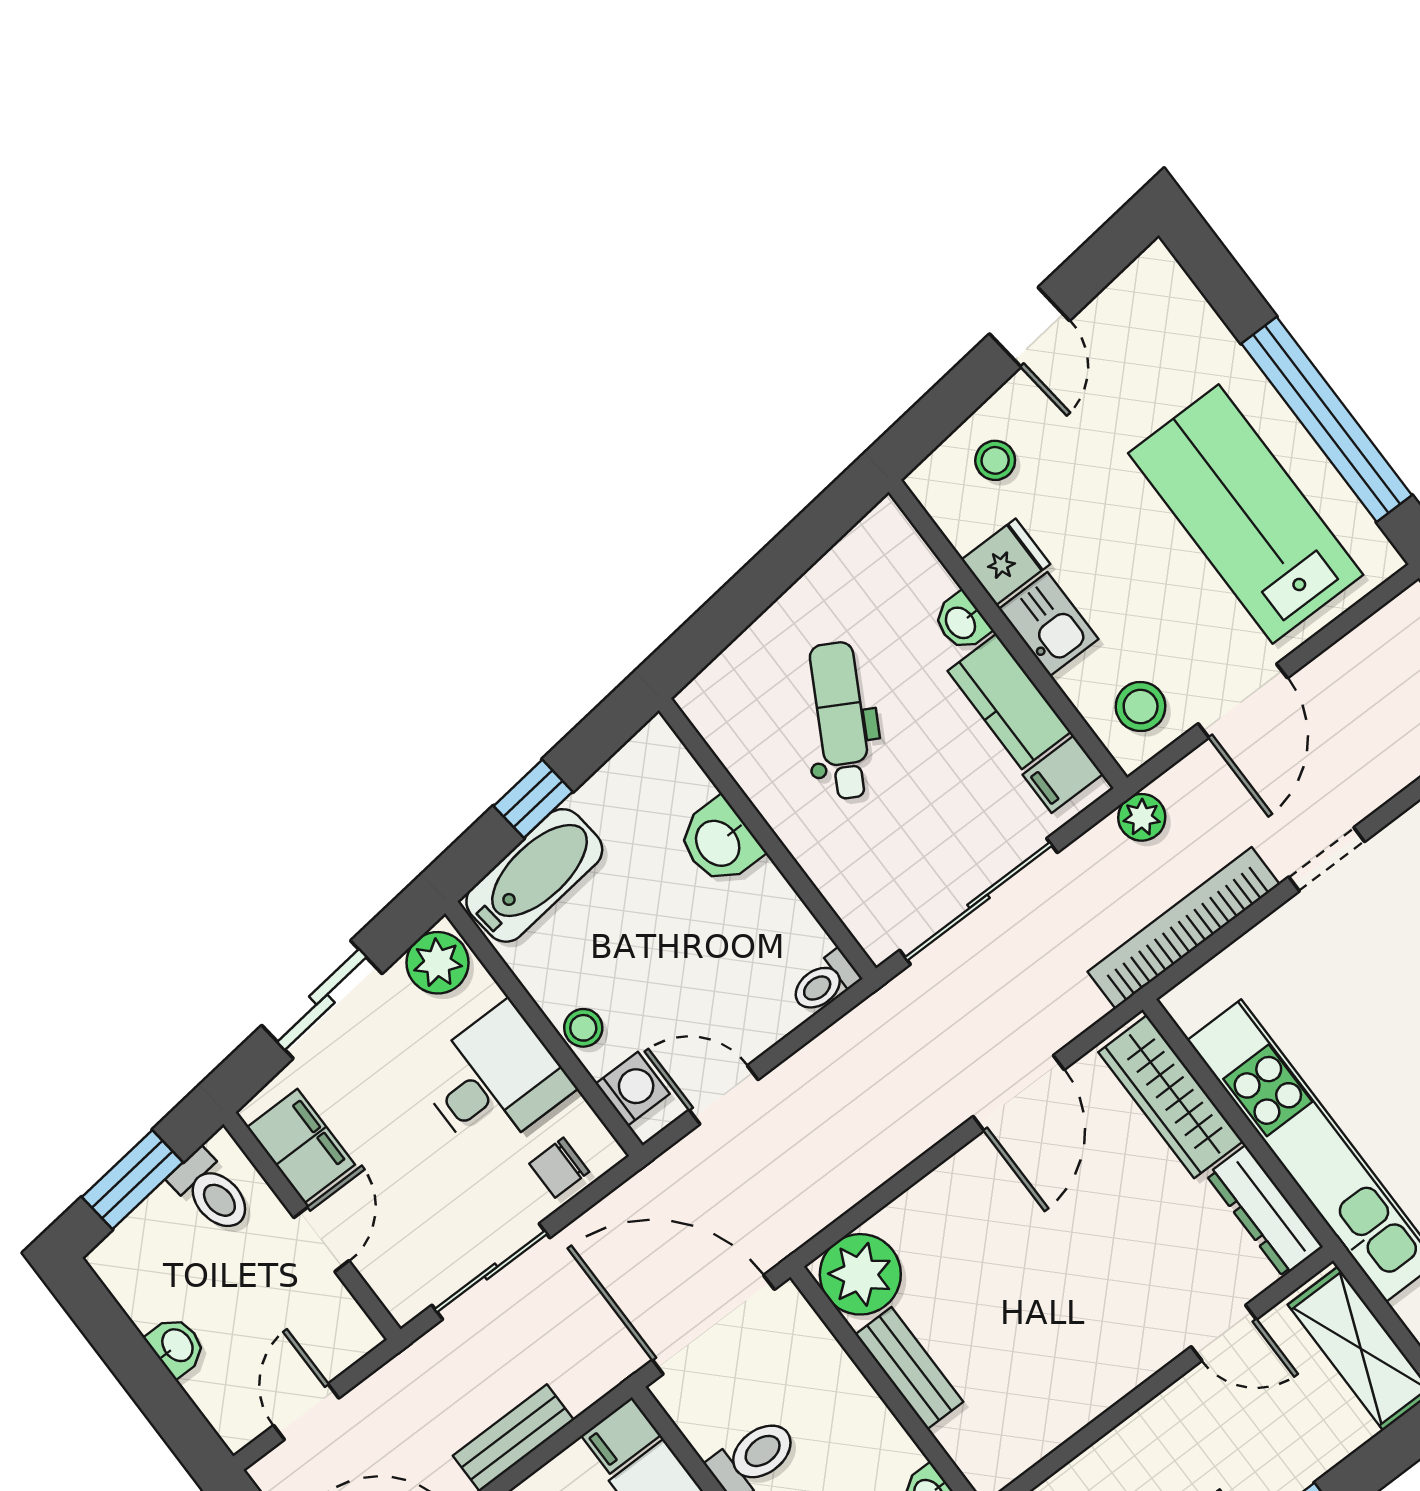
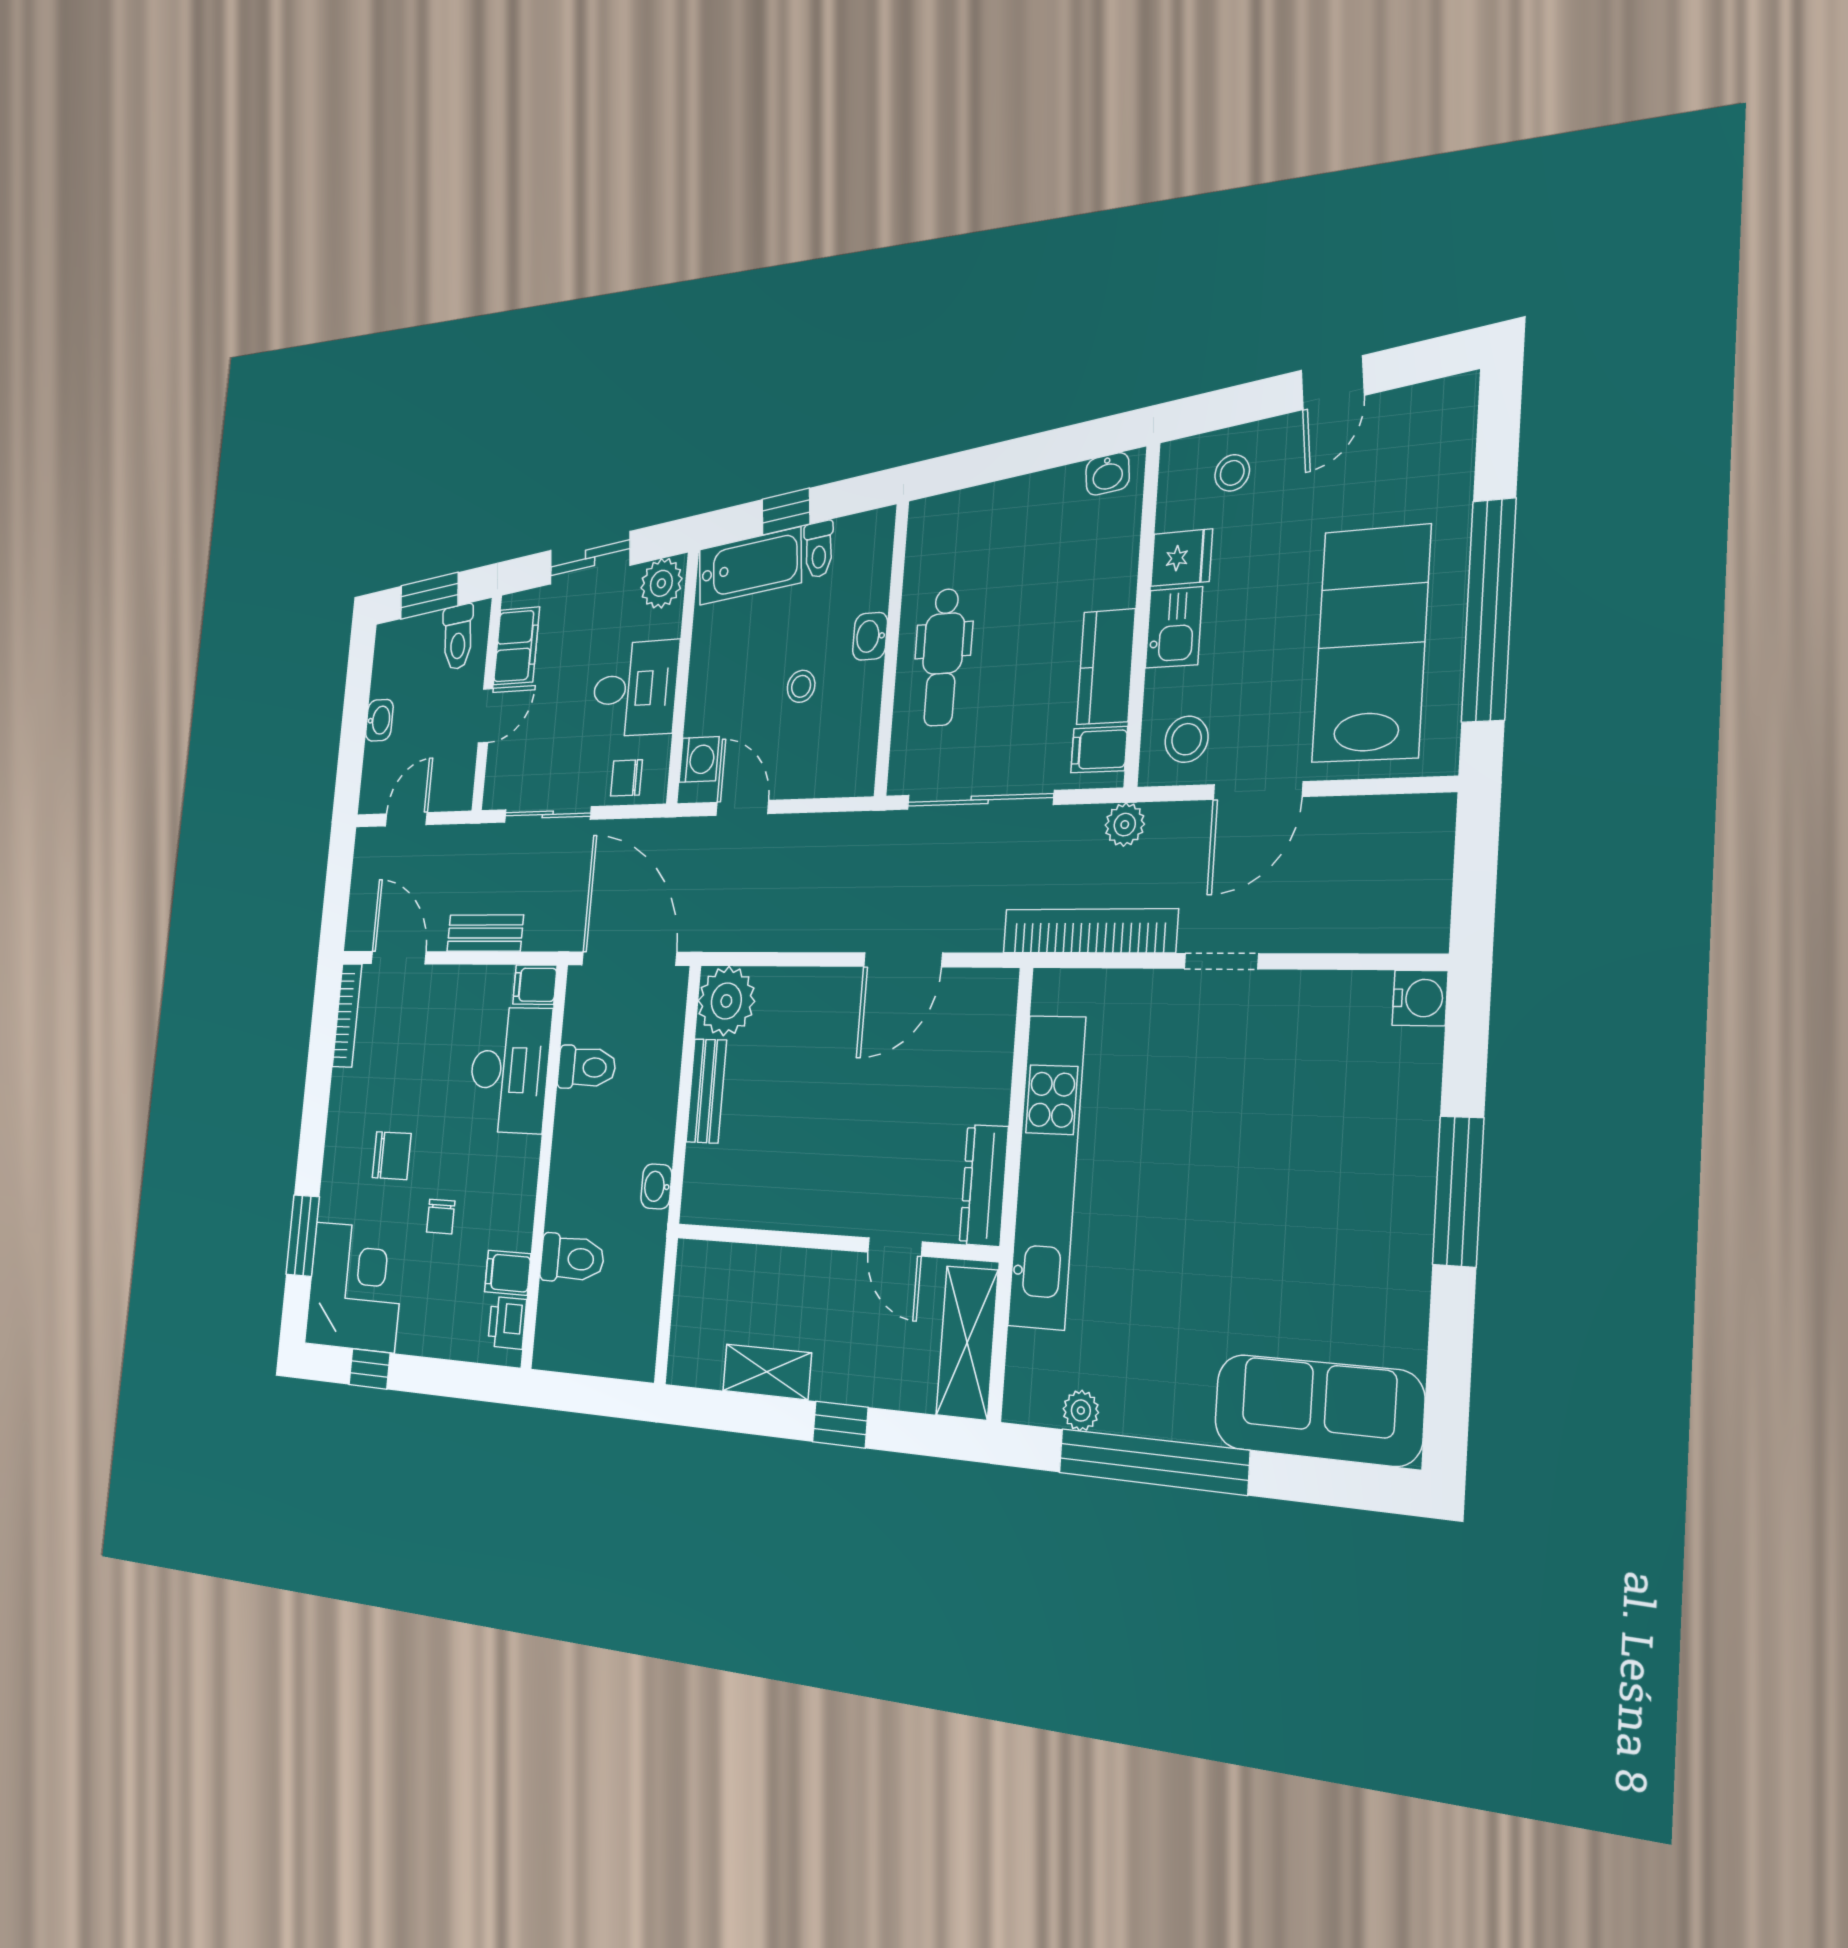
washbasin: (961, 622) -> (1108, 474), moved, turned -96
dental chair: (841, 721) -> (943, 657), moved, turned 151
washbasin: (719, 842) -> (870, 636), width x0.72, depth x0.69
toilet: (825, 983) -> (819, 549), moved, turned -96
stool: (583, 1028) -> (801, 686), moved
wardrobe: (1171, 1097) -> (989, 1048), removed

